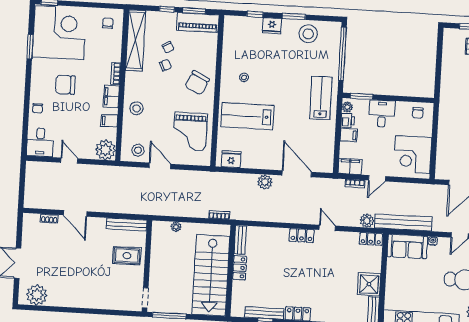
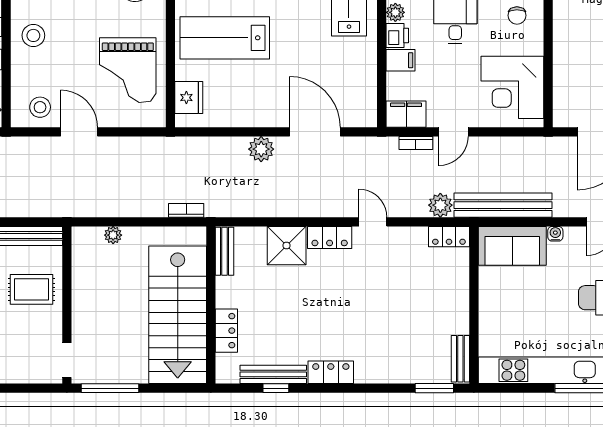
fridge: (231, 159) -> (189, 98), moved, turned 90
locker: (240, 268) -> (226, 331), moved
shower: (369, 284) -> (287, 246), moved

